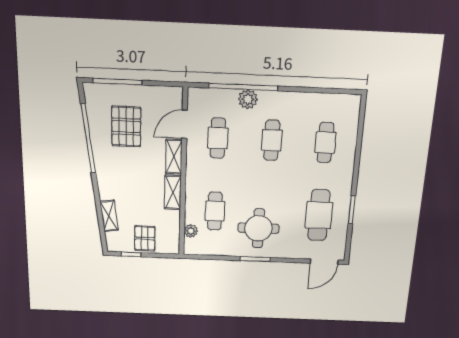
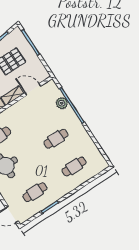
plant: (248, 99) -> (62, 103), moved
cafe table: (218, 138) -> (38, 111), removed
cafe table: (319, 215) -> (35, 192), width x0.73, depth x0.74

